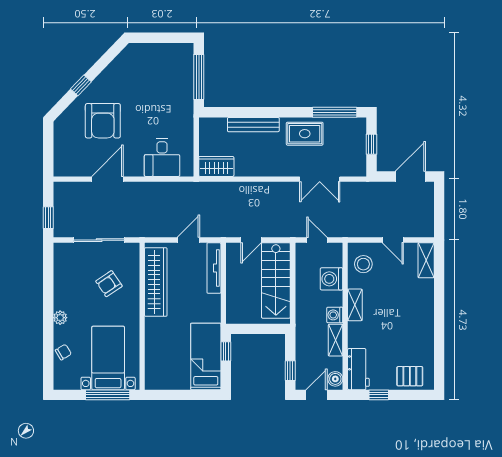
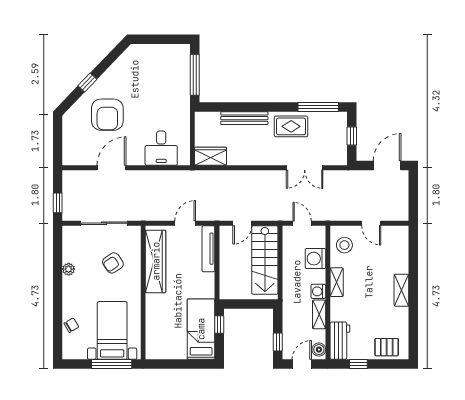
shelving: (426, 260) -> (401, 290), moved
plant: (60, 318) -> (69, 269), moved

